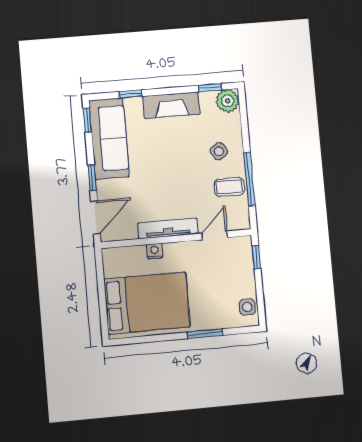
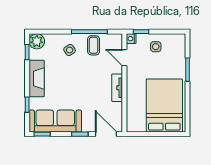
tv unit: (168, 228) -> (117, 88), width x0.71
nightstand: (155, 251) -> (131, 39), moved
side table: (247, 307) -> (156, 47), moved

